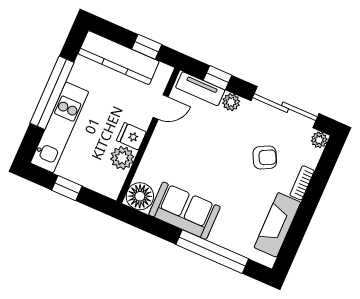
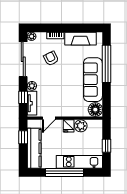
door: (161, 107) -> (49, 118), swing flipped
sofa: (184, 211) -> (93, 80), width x1.36

